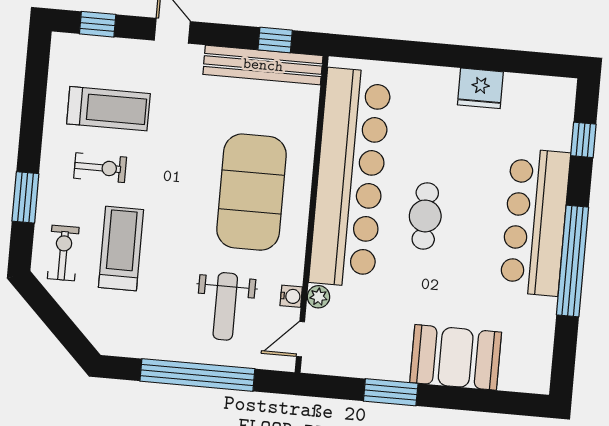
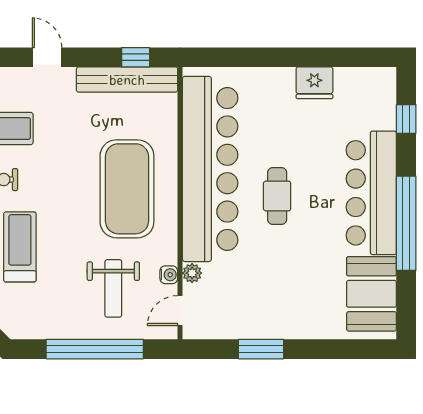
booth: (456, 357) -> (372, 294), moved, turned 90

